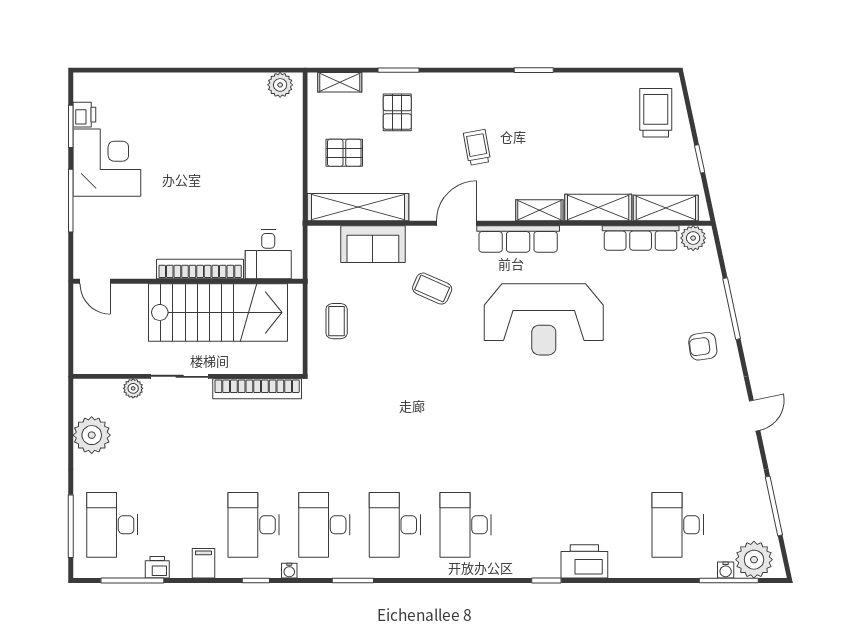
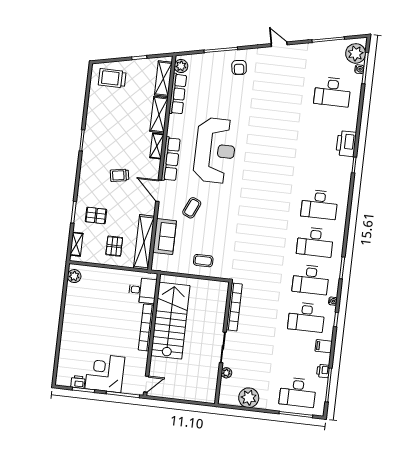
desk: (268, 254) -> (142, 290), moved
bookcase: (200, 269) -> (146, 327), moved
door: (95, 281) -> (146, 384), moved
wall: (188, 281) -> (152, 335), moved
stairs: (218, 312) -> (170, 321), moved

